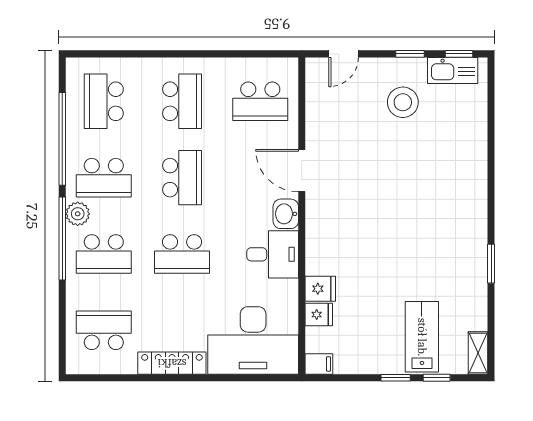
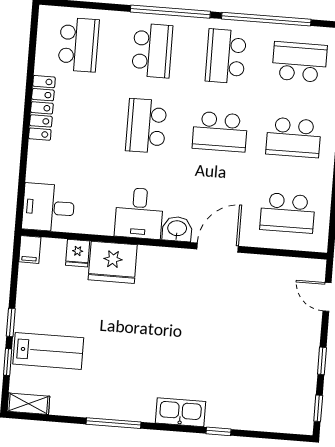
kitchen sink: (453, 70) -> (180, 412), moved, turned 90
school desk: (260, 101) -> (288, 213), turned -90
stool: (403, 102) -> (276, 350), removed
window: (491, 155) -> (219, 431), added
plant: (78, 214) -> (193, 28), removed
school desk: (104, 254) -> (152, 50), turned 180
window: (491, 264) -> (114, 423), width x1.44
fridge: (320, 289) -> (113, 262), width x1.88, depth x1.34
desk: (253, 340) -> (48, 208), width x0.53, depth x0.77

